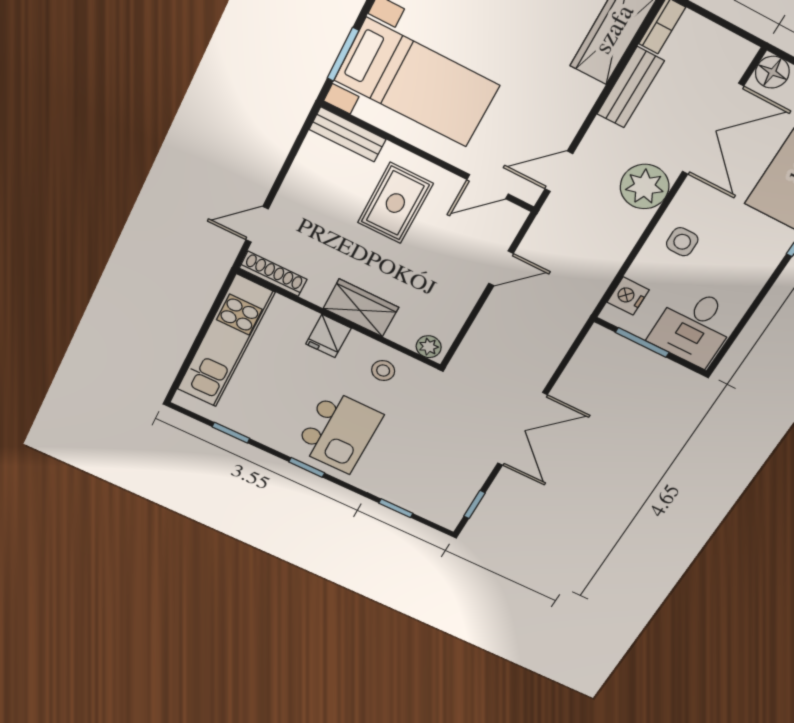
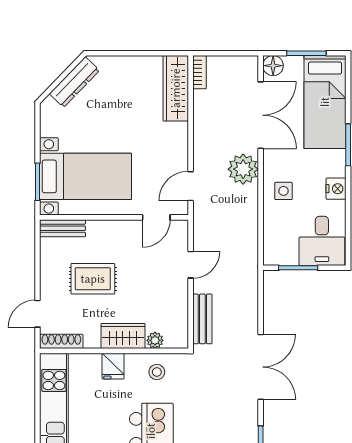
bench: (630, 87) -> (202, 319), moved
rug: (395, 203) -> (93, 279), moved, turned 90
nightstand: (628, 296) -> (336, 189), moved, turned 180
plant: (429, 347) -> (155, 340), moved

